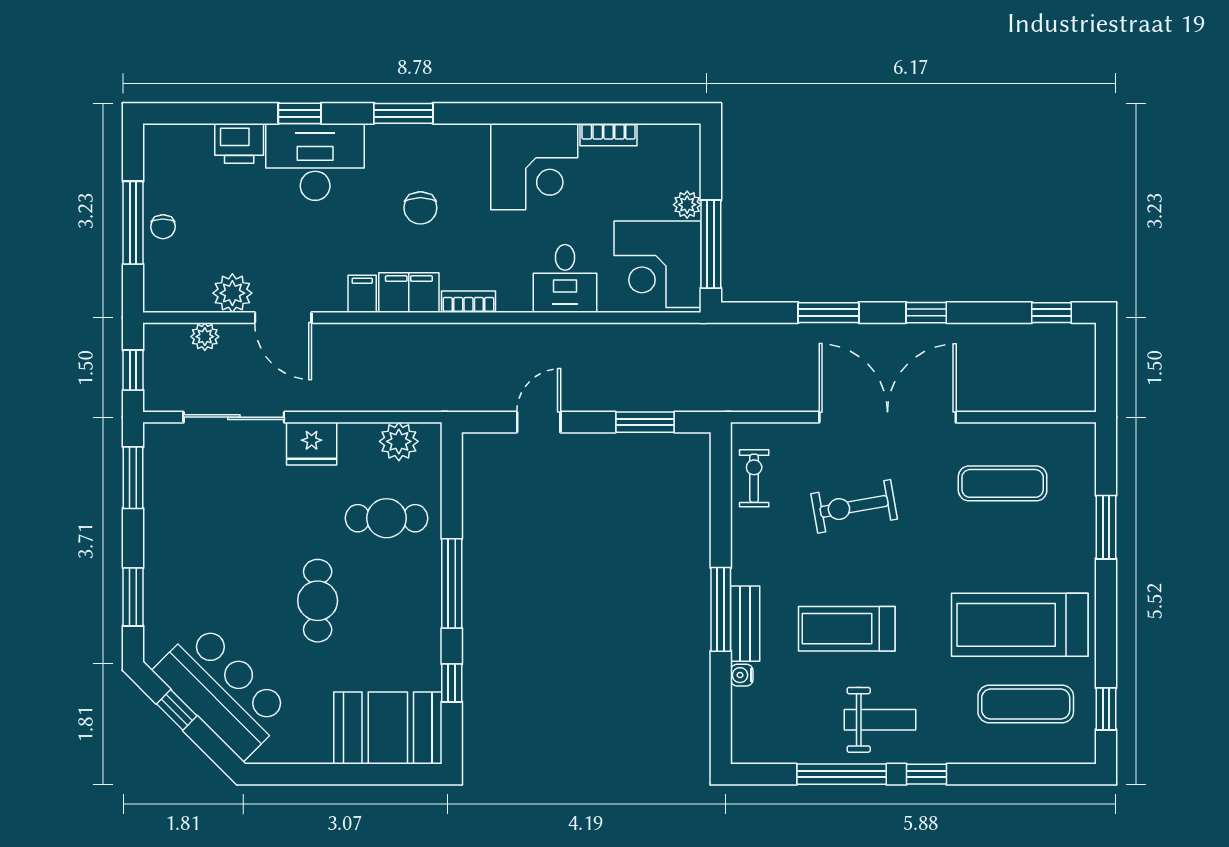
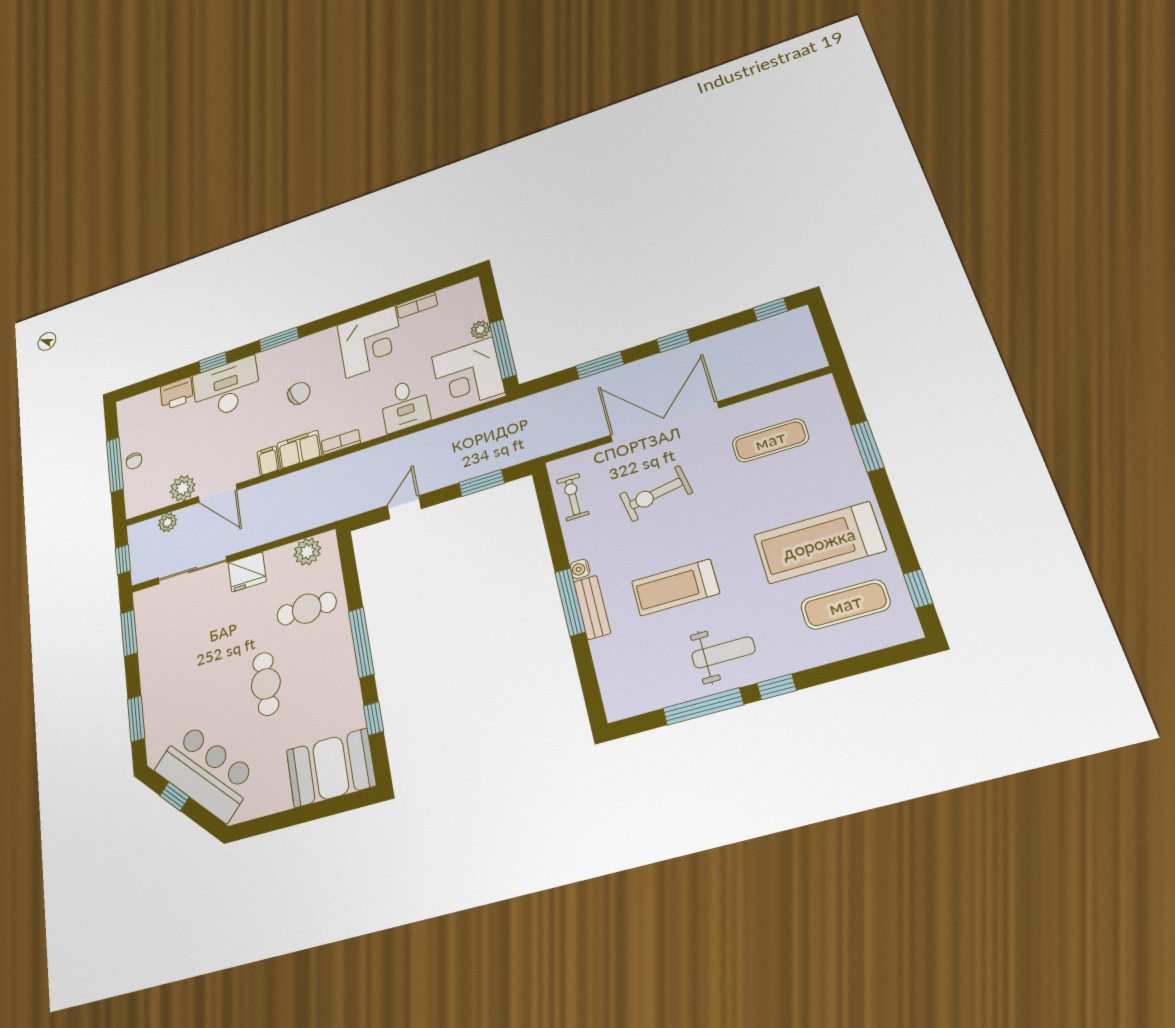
chair: (420, 208) -> (299, 393), turned -112
water cooler: (742, 675) -> (580, 569), moved

